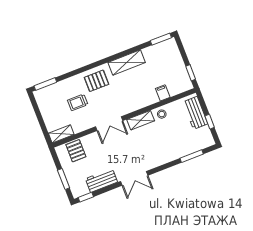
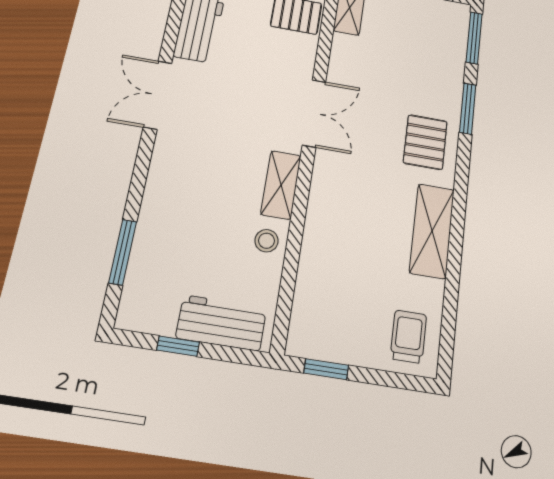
window: (161, 39) -> (468, 109), moved
filing cabinet: (163, 93) -> (315, 273), removed
trolley: (78, 102) -> (409, 337), moved
double door: (109, 124) -> (314, 113), swing flipped

